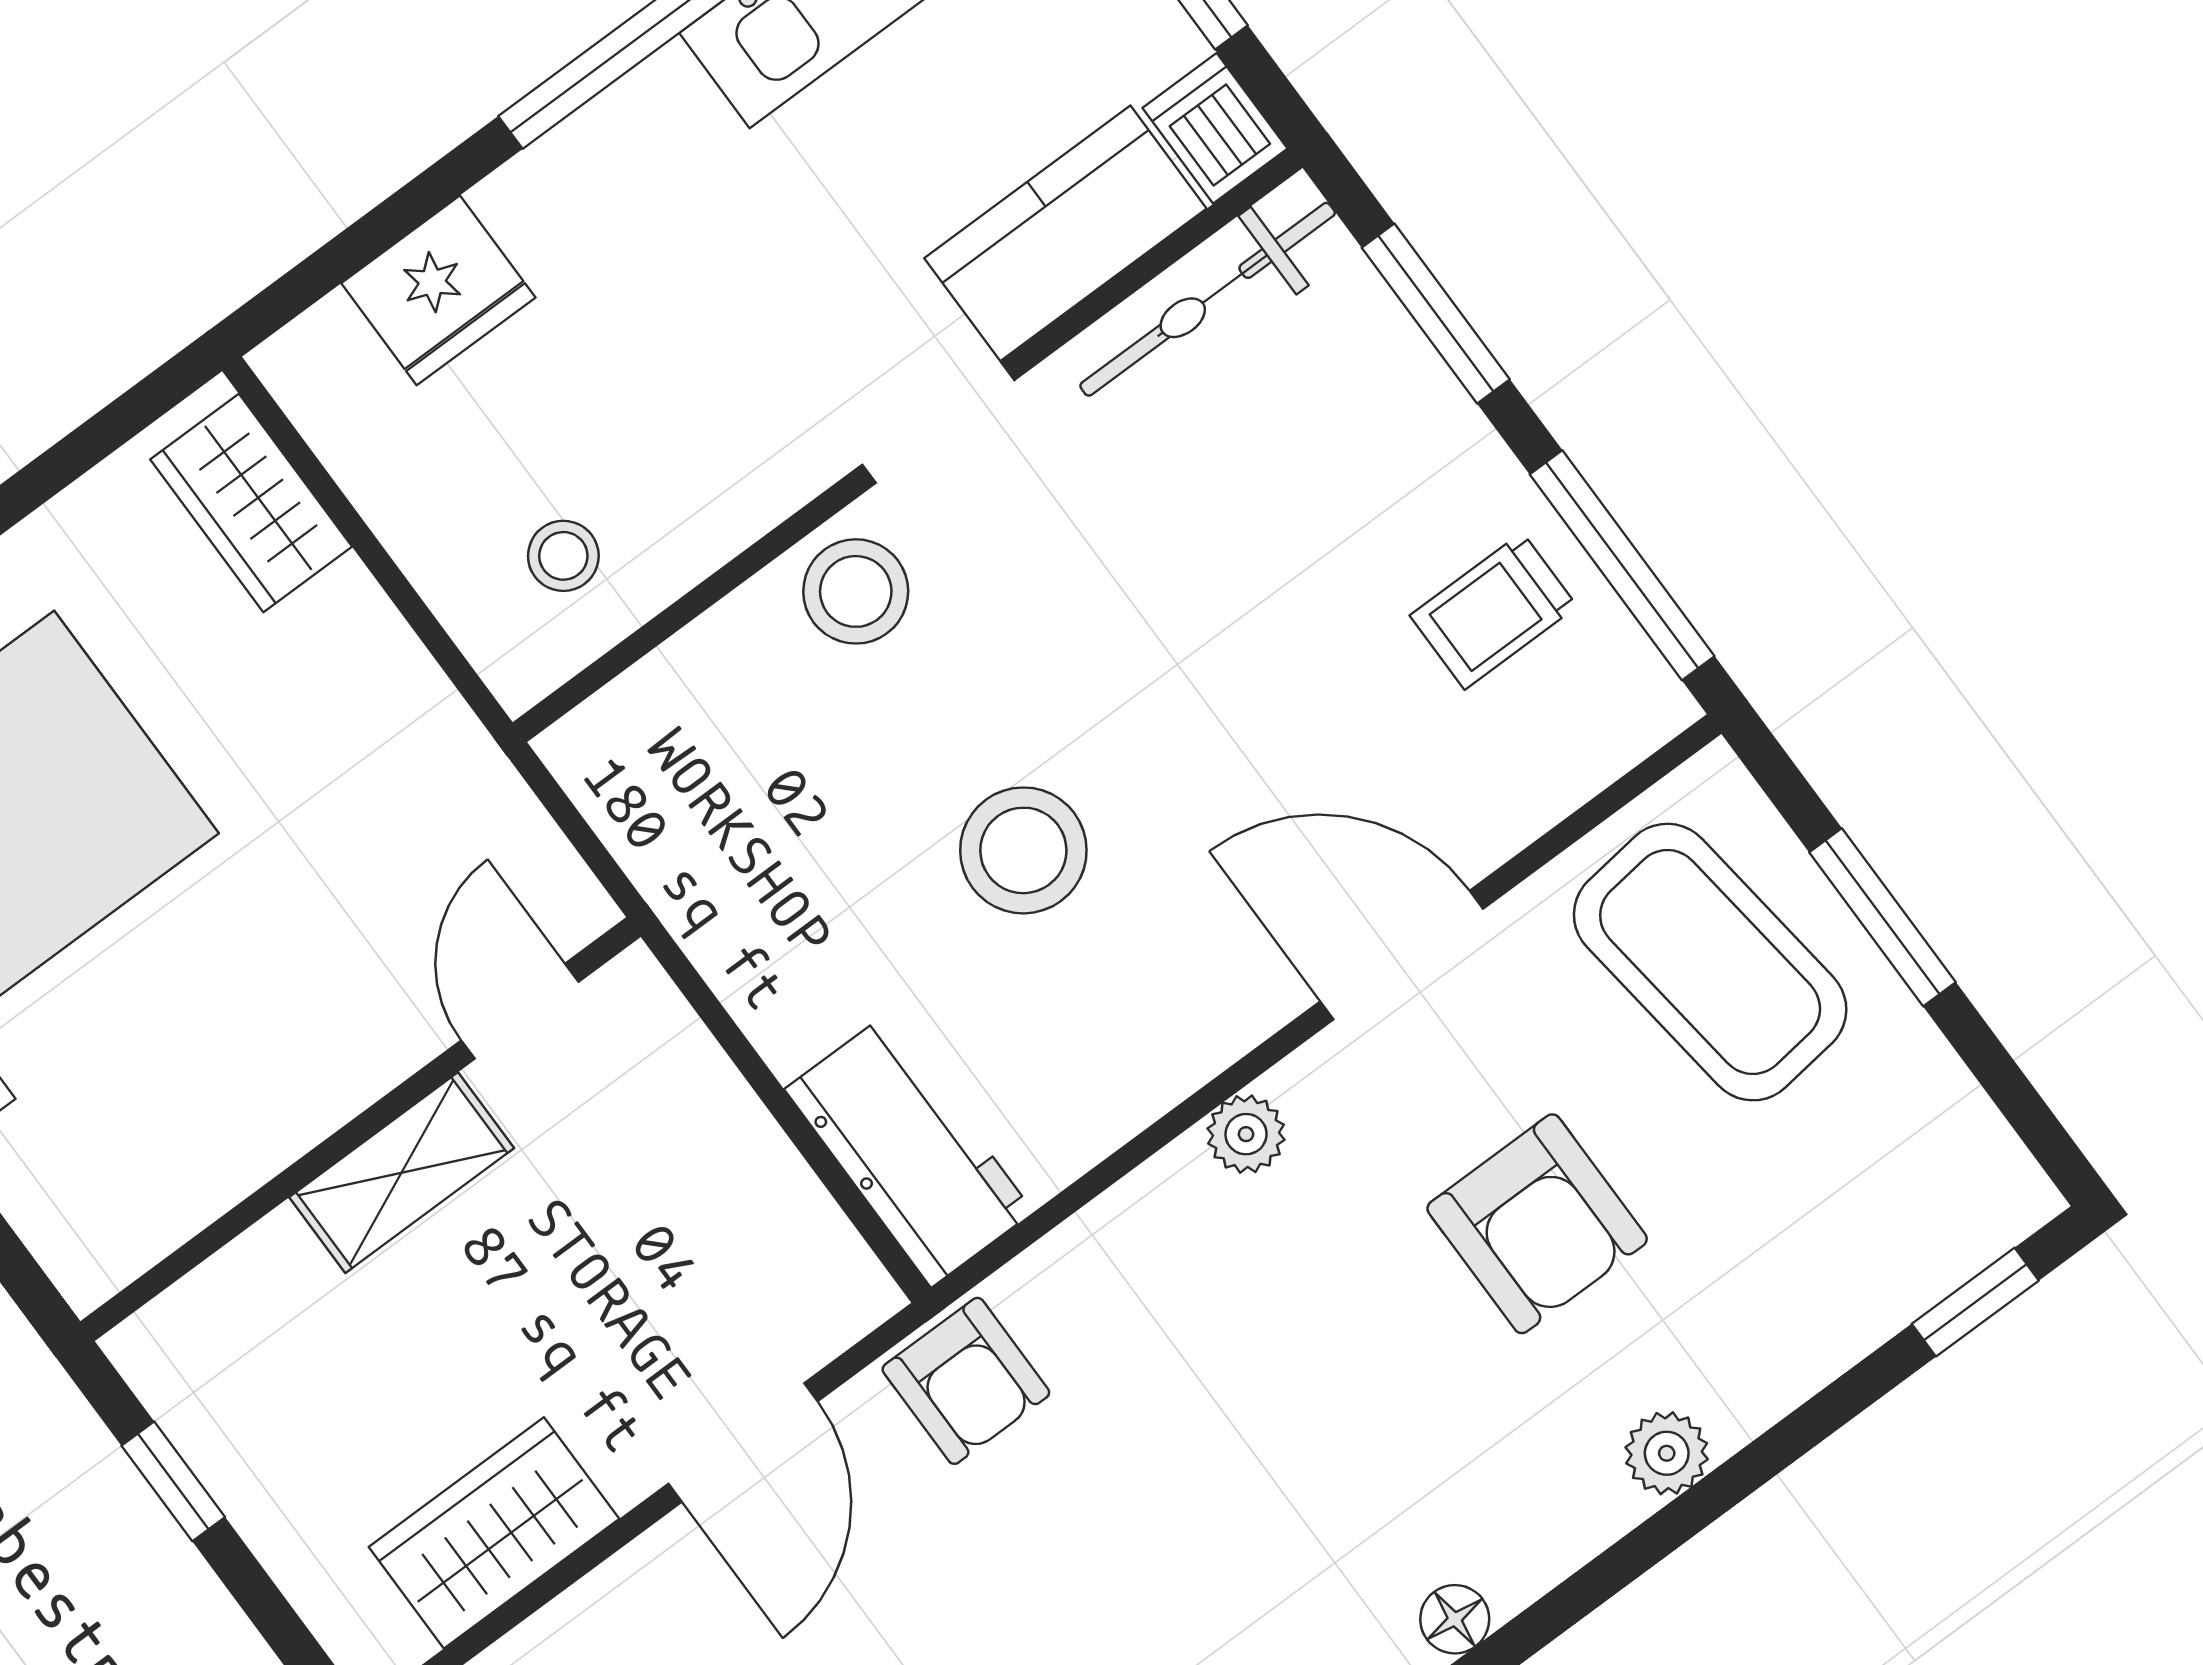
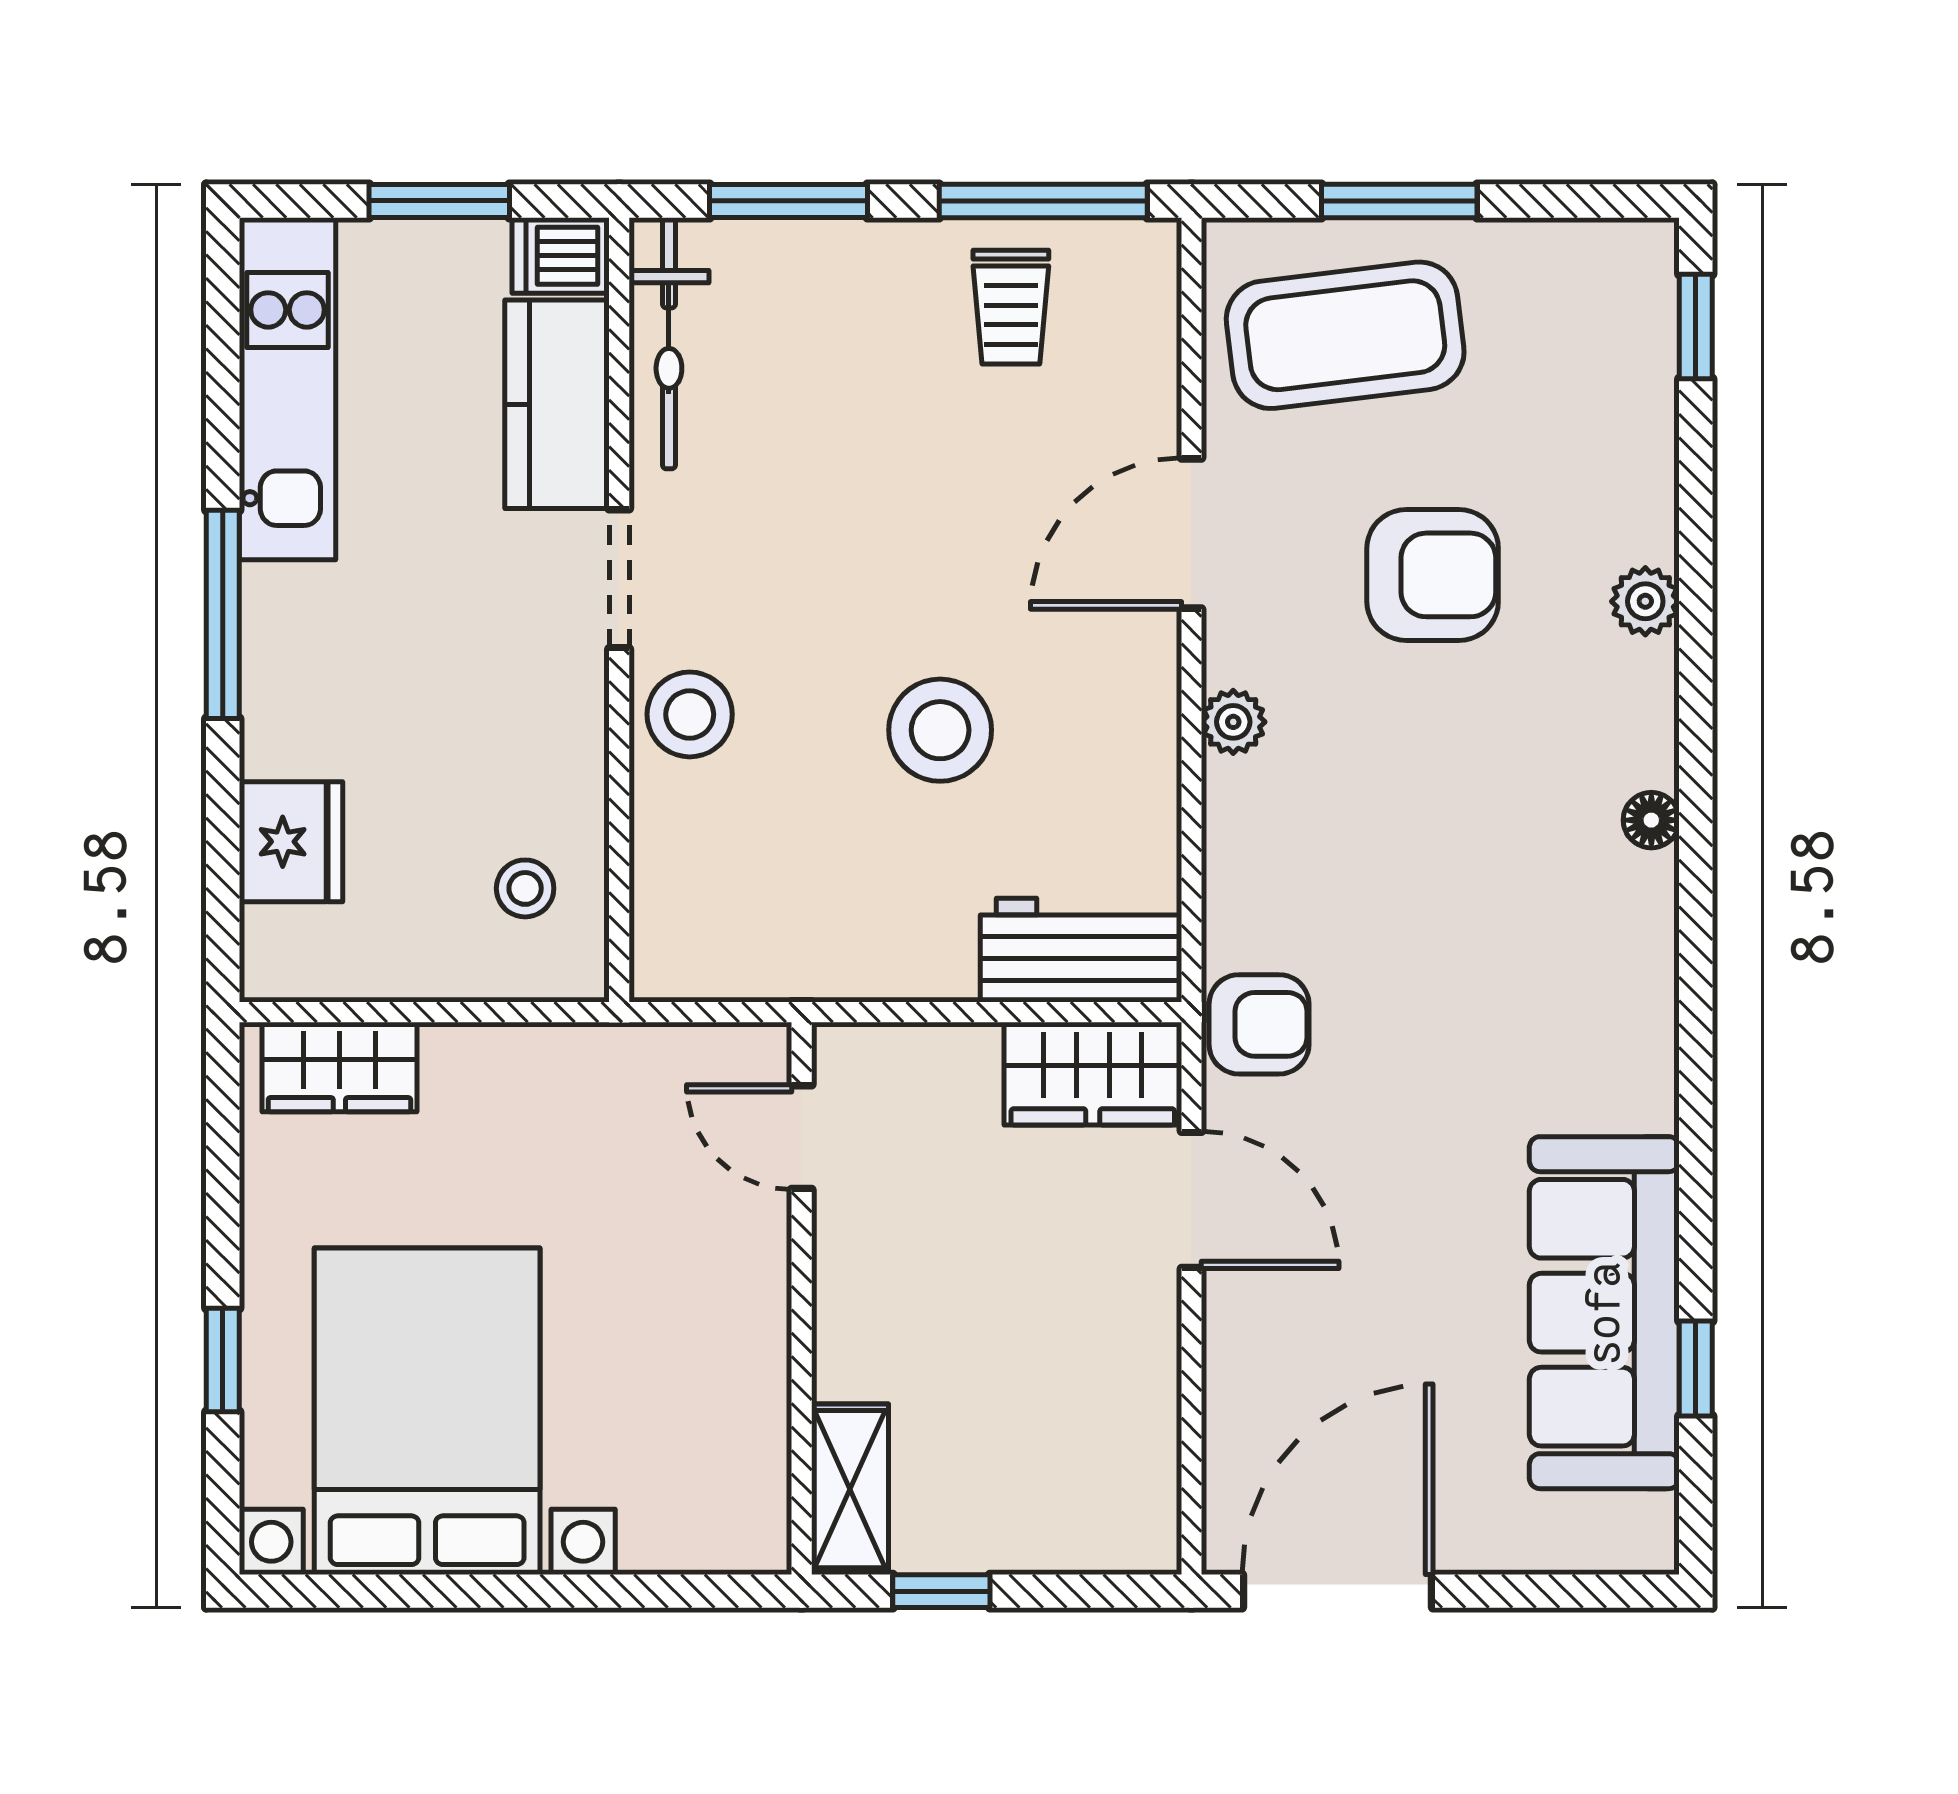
shelving: (402, 1173) -> (850, 1489), moved
wardrobe: (494, 1533) -> (1093, 1074), moved, turned -90

